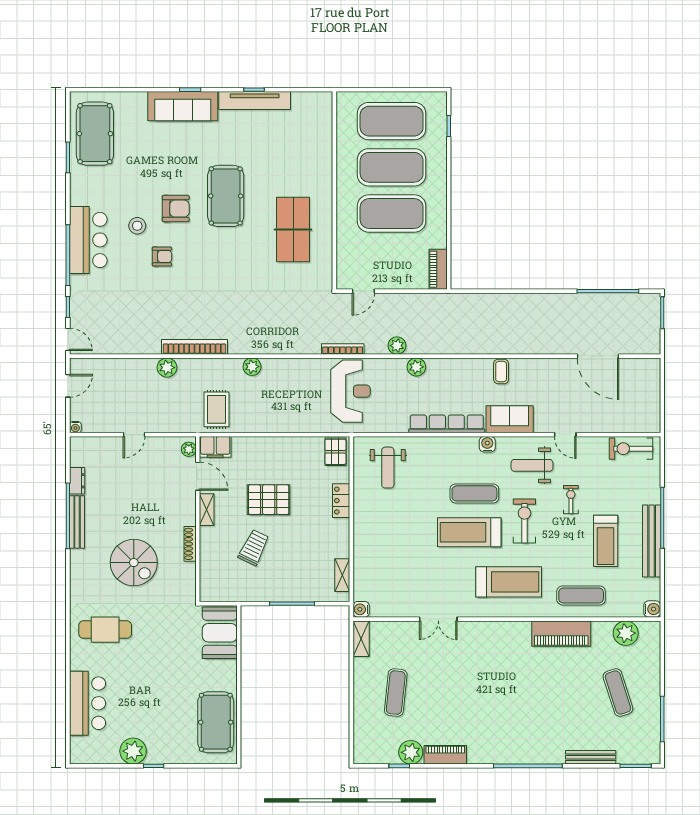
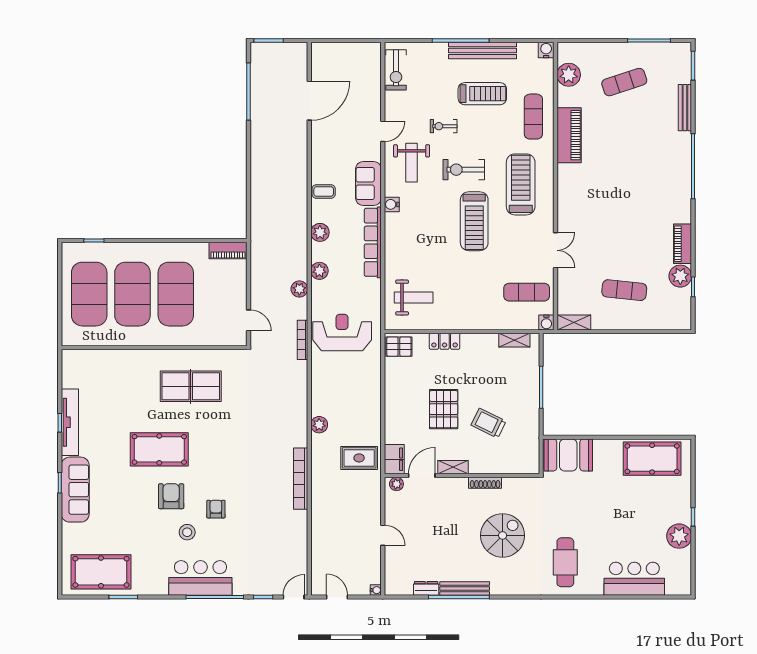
plant: (167, 368) -> (320, 232), moved
exercise mat: (474, 493) -> (527, 292), moved, turned 90

